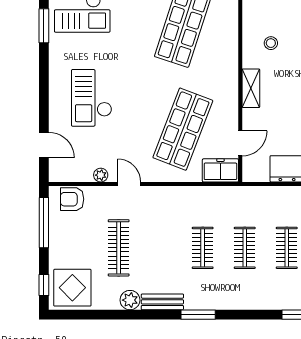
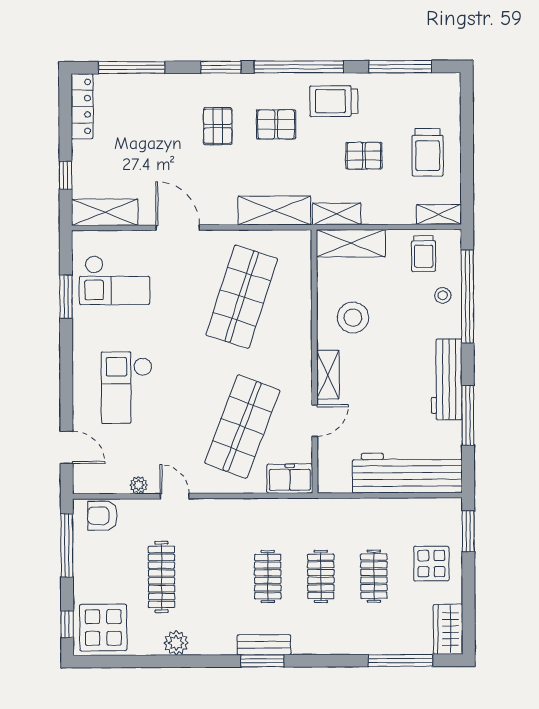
stool: (271, 43) -> (353, 318), width x1.89, depth x1.89
door: (240, 143) -> (315, 421), moved
bench: (162, 302) -> (264, 645), moved

